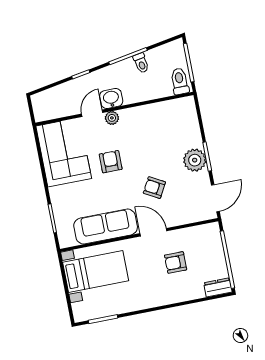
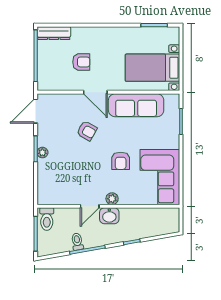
door: (92, 113) -> (90, 206), moved
plant: (195, 160) -> (42, 153), width x0.53, depth x0.53
dresser: (218, 287) -> (54, 33), width x1.44

